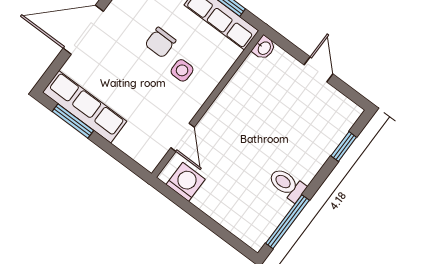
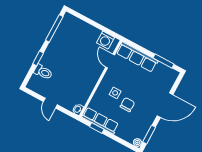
row of seats: (85, 107) -> (137, 57), moved
window: (344, 146) -> (38, 58), moved
toilet: (287, 185) -> (43, 72), moved

